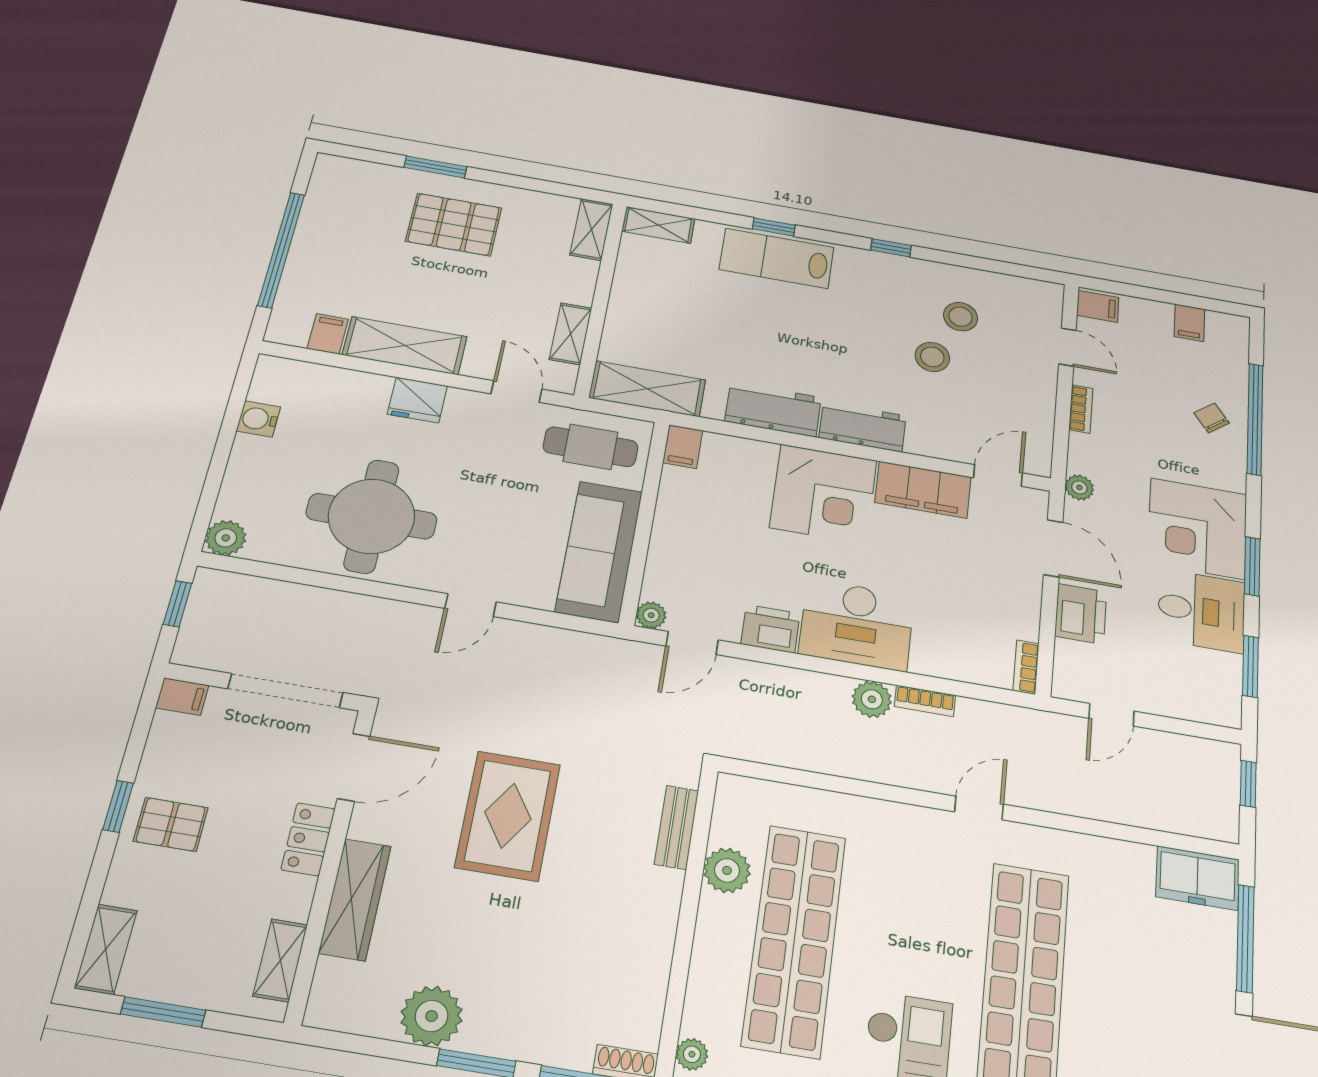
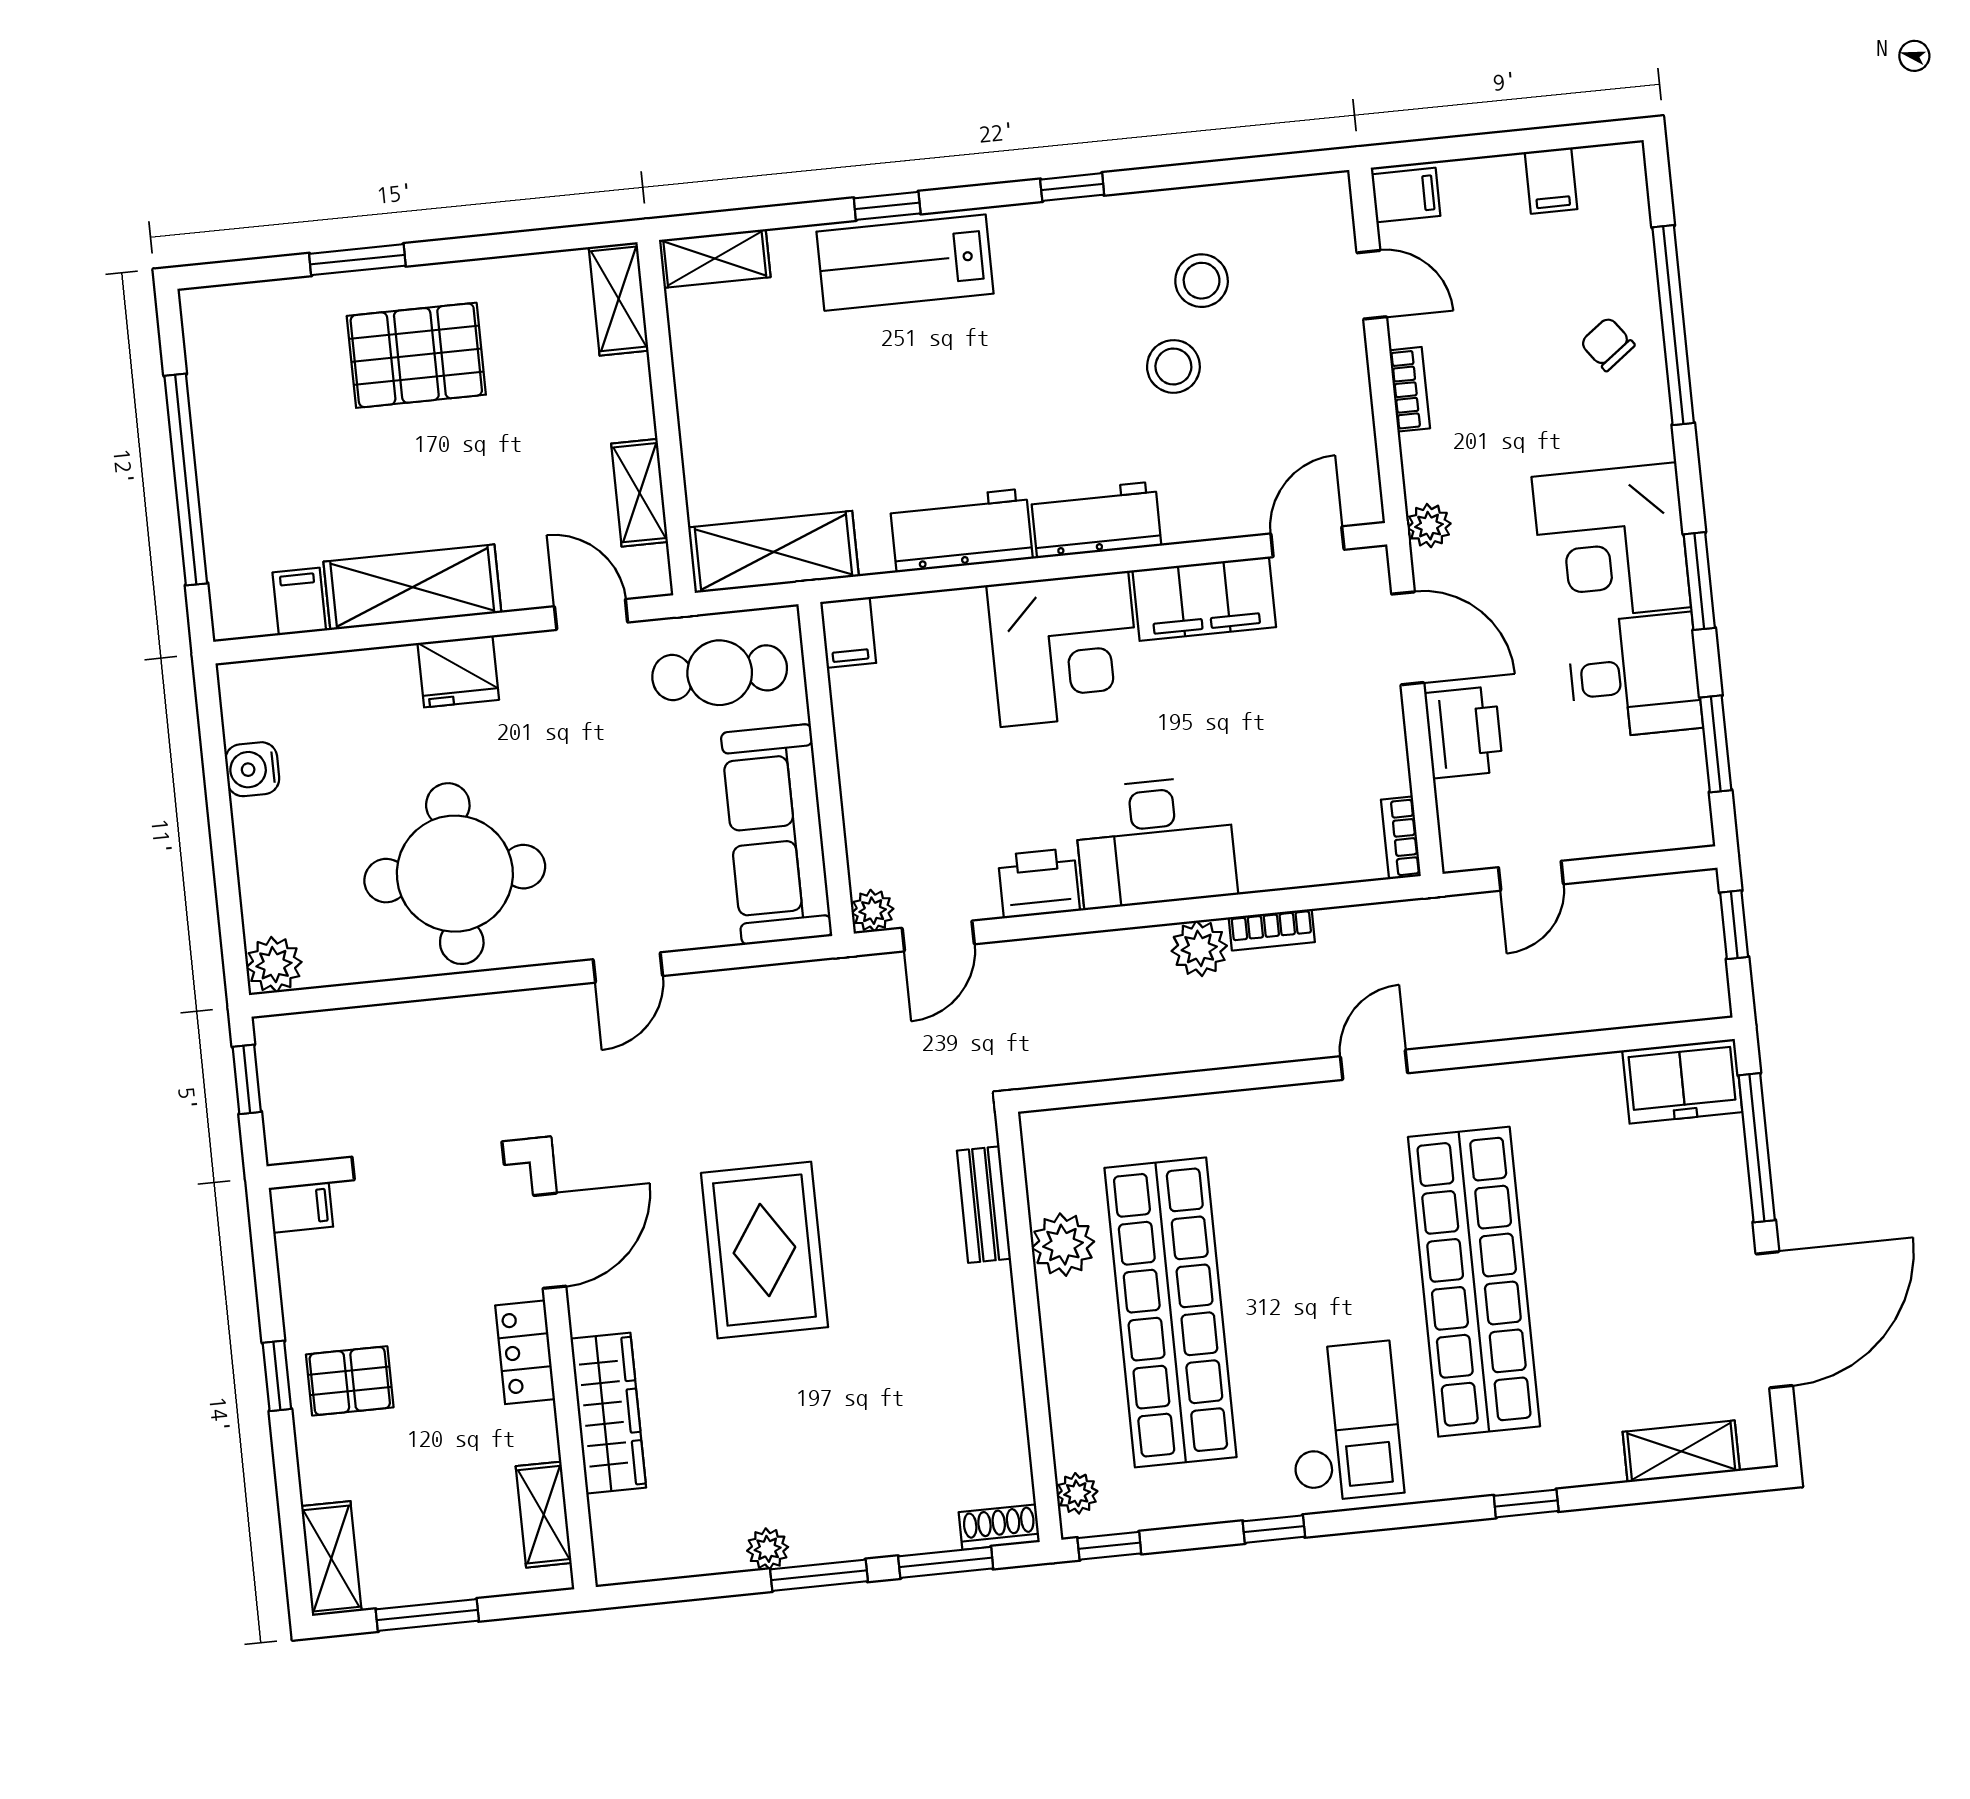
plant: (432, 1016) -> (768, 1549), width x0.53, depth x0.53

